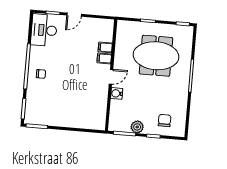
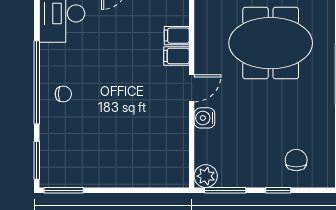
plant: (137, 127) -> (206, 176), moved

